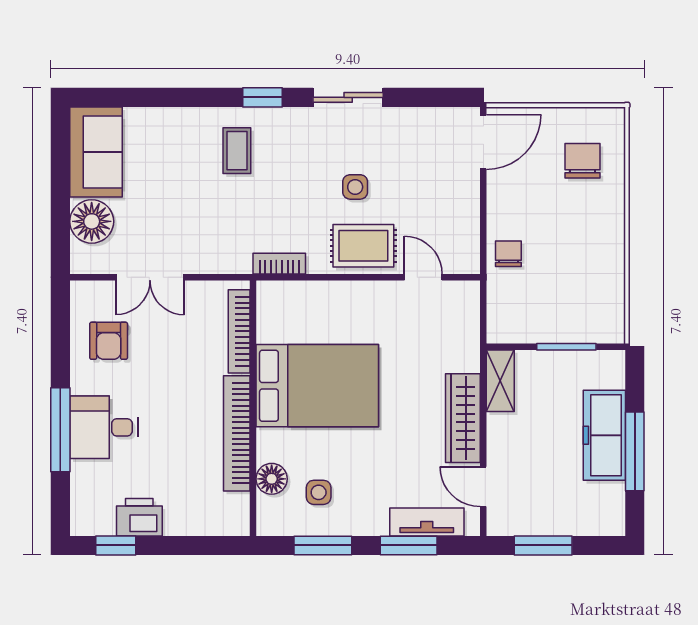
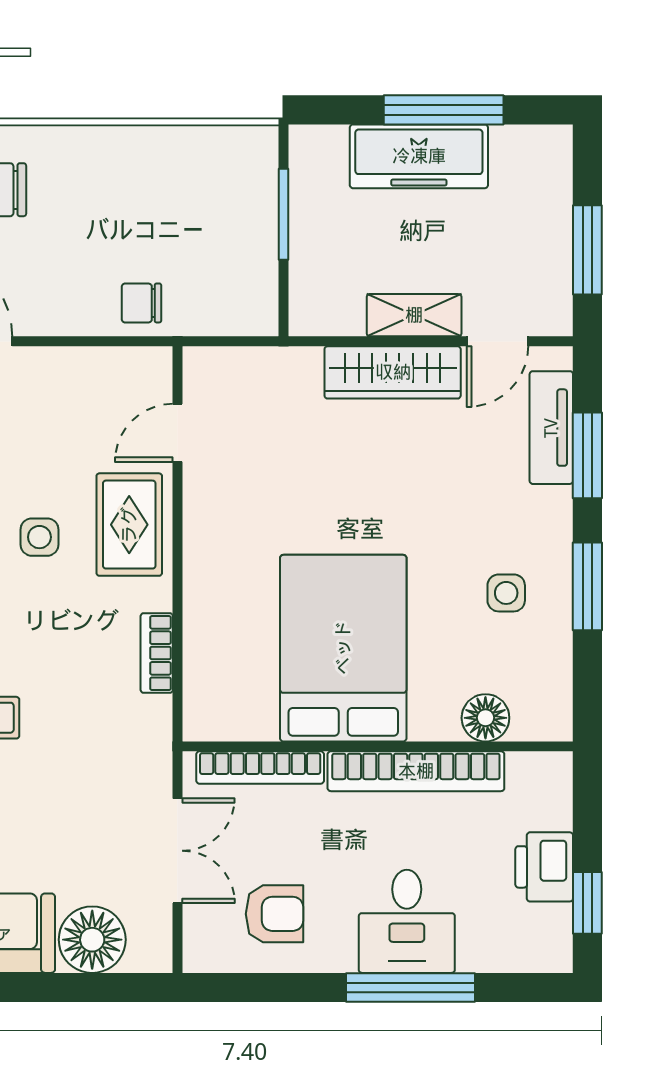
bookcase: (239, 331) -> (260, 768), moved
shelving: (500, 381) -> (414, 315), moved
bed: (317, 386) -> (343, 648), moved
wall: (253, 408) -> (378, 746), moved
bookcase: (237, 433) -> (416, 771), moved
floor lamp: (272, 479) -> (485, 718), moved

